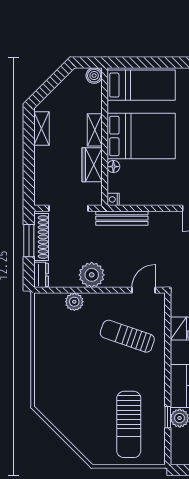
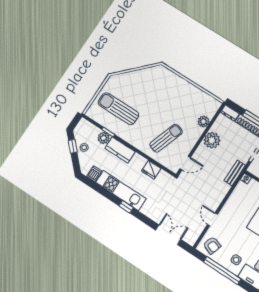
bench: (122, 218) -> (235, 173), width x0.73
door: (143, 290) -> (185, 163), hinge flipped

